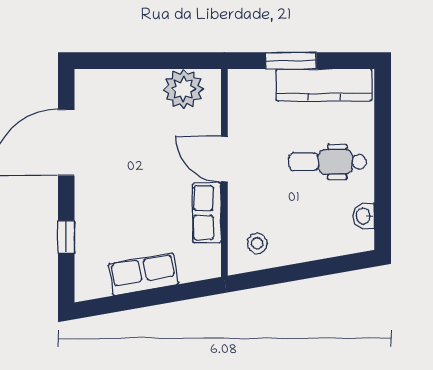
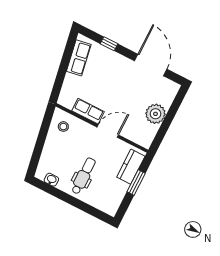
kitchen counter: (324, 85) -> (131, 167), moved, width x0.67
plant: (183, 89) -> (156, 114), moved
row of seats: (143, 274) -> (79, 58), moved

